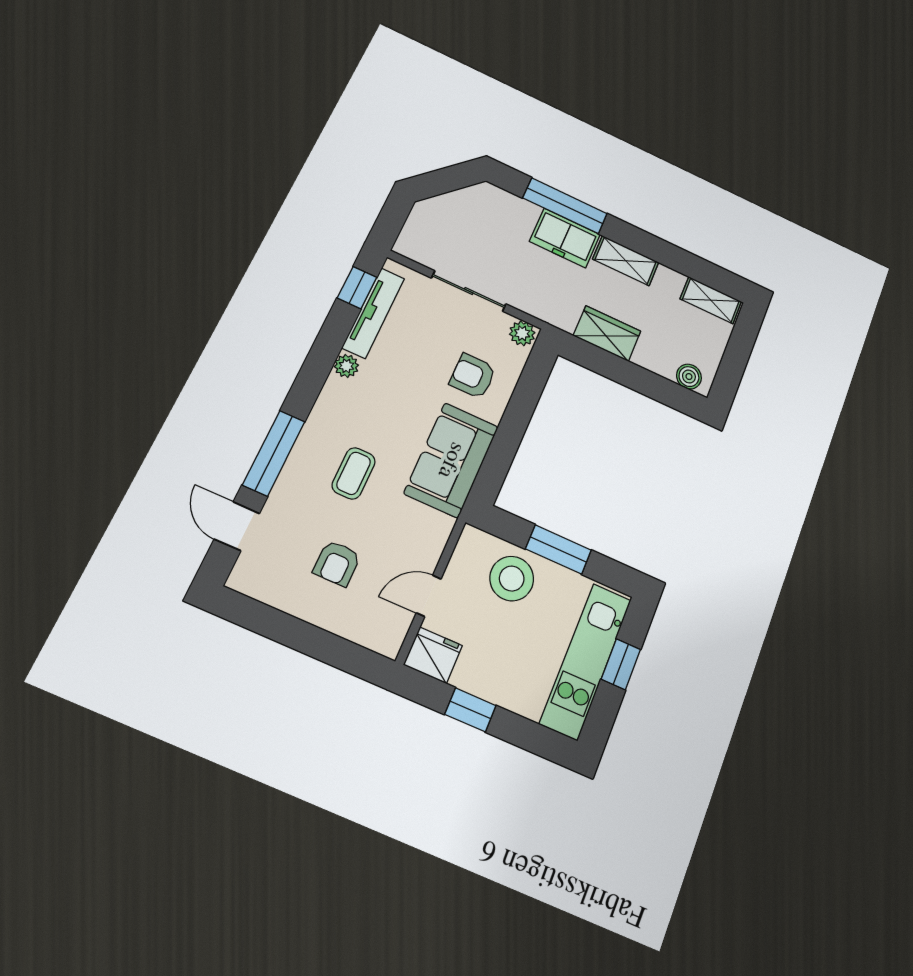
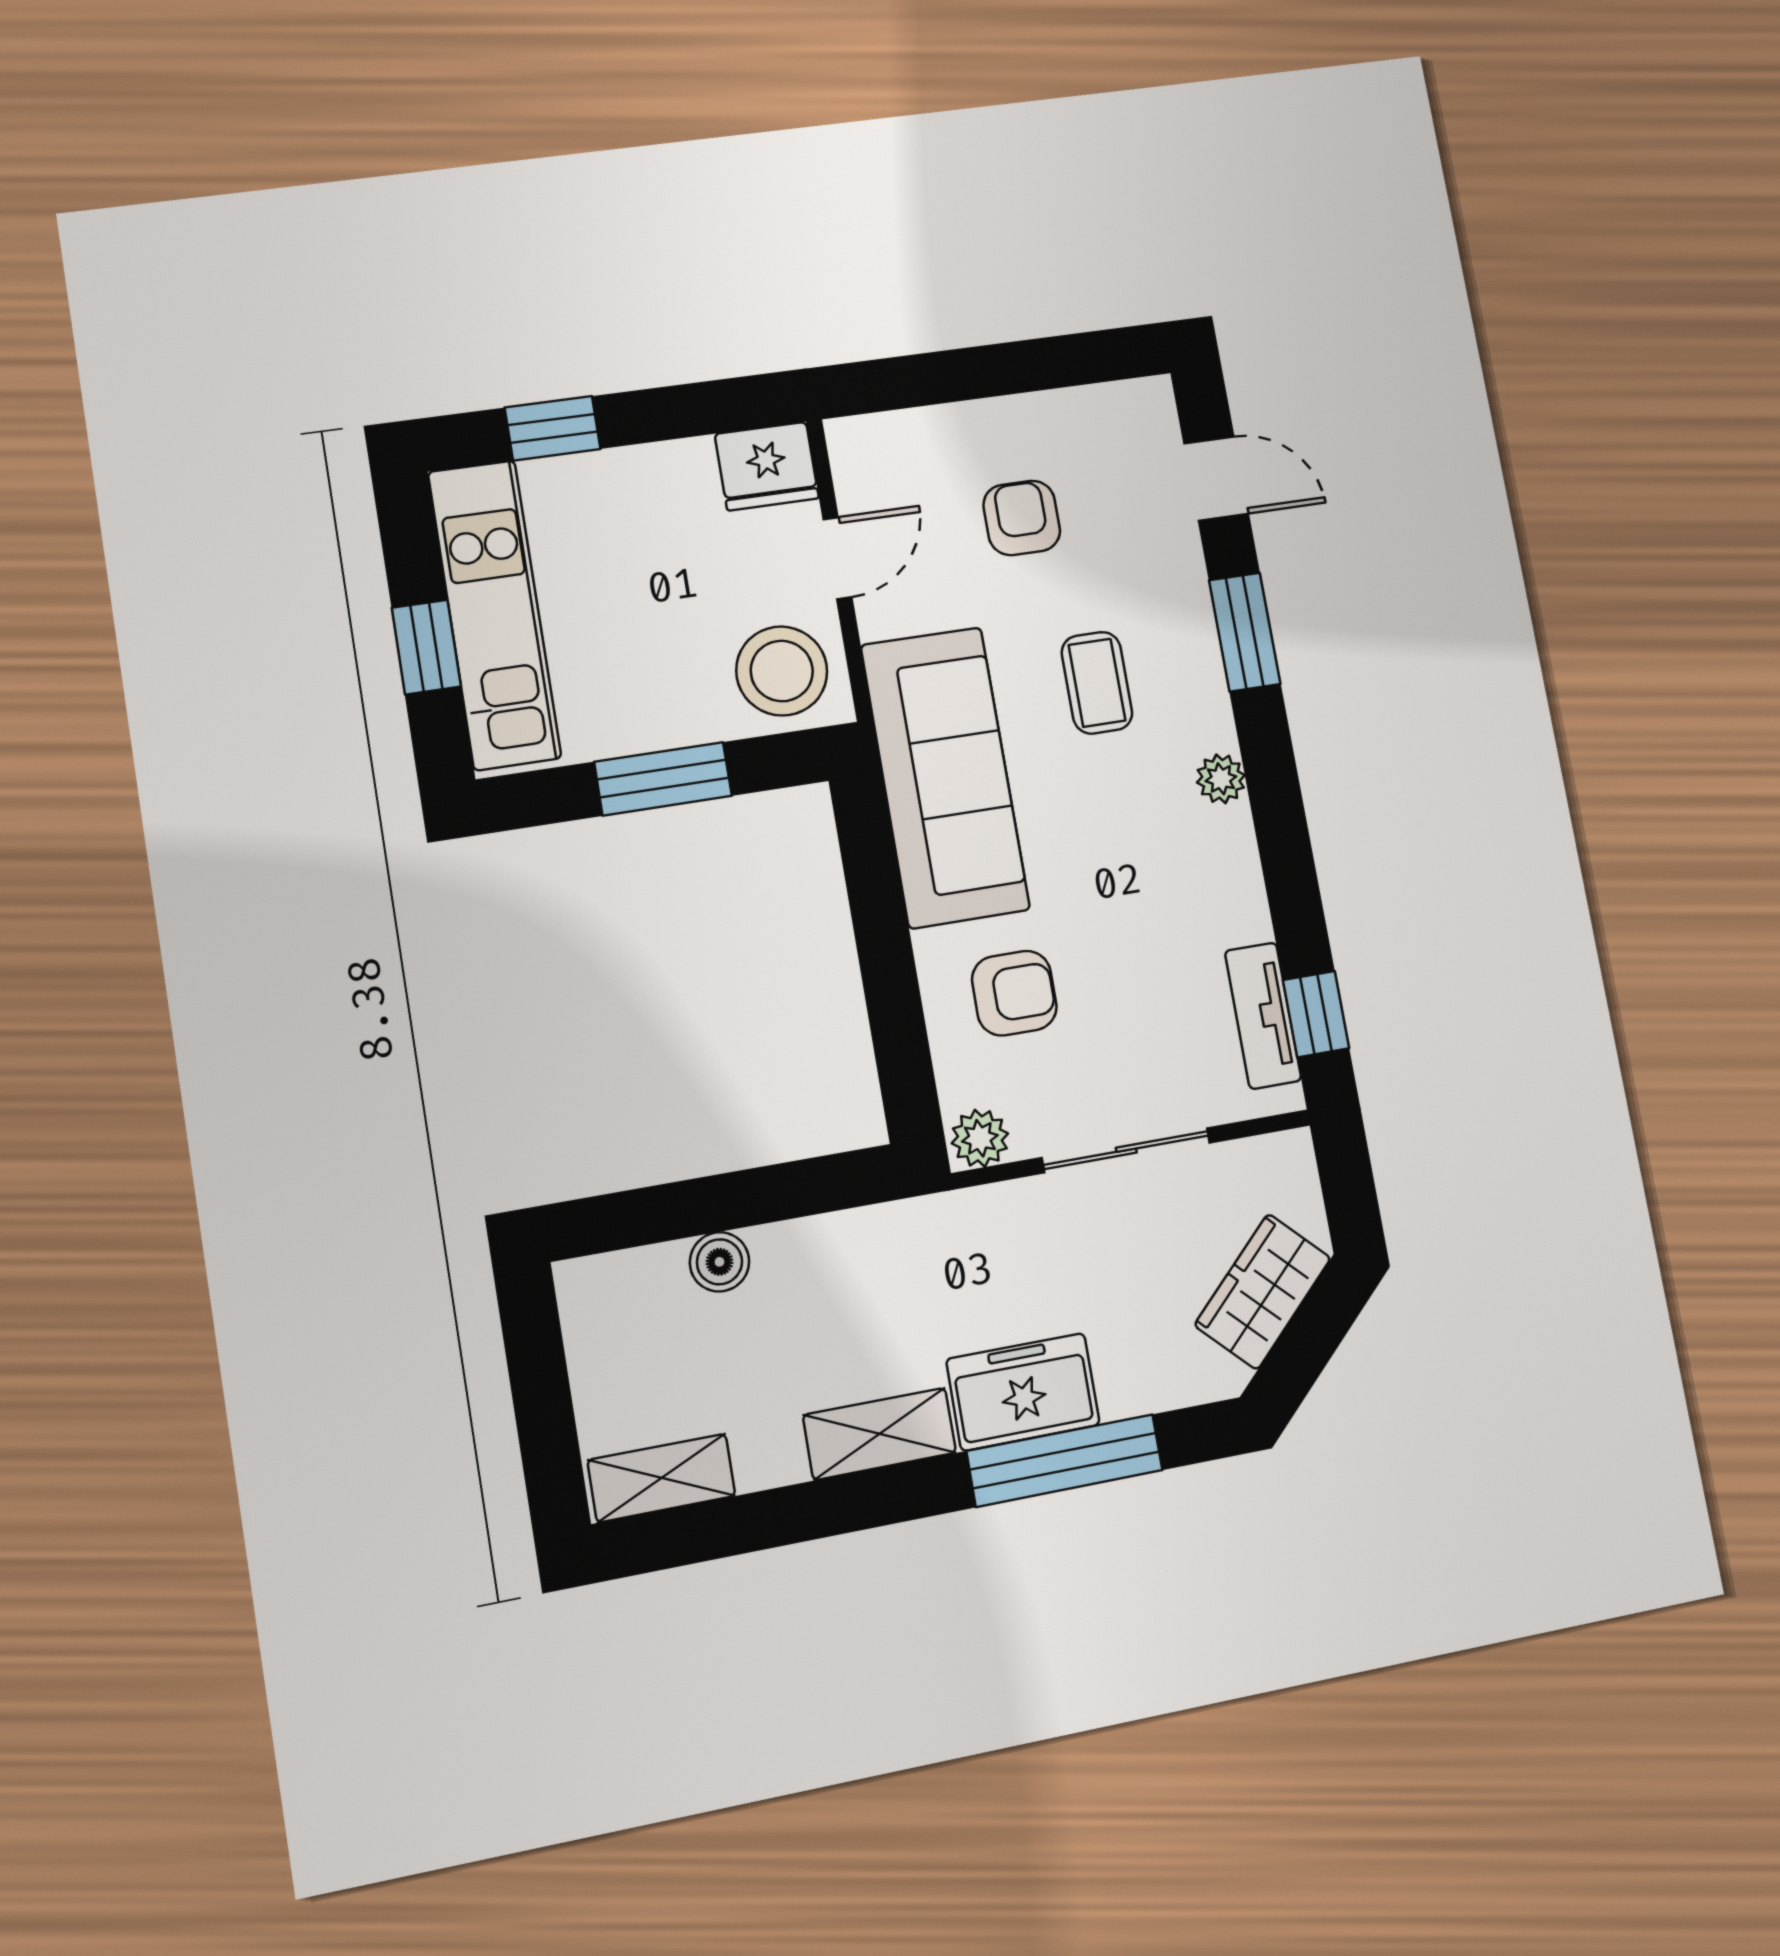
tv unit: (373, 313) -> (1263, 1016), width x0.71
wardrobe: (607, 333) -> (1263, 1292), moved, turned 135
plant: (346, 366) -> (1221, 779), moved
boiler: (689, 377) -> (719, 1262), moved
window: (274, 453) -> (1245, 632), width x0.69
sofa: (451, 460) -> (945, 777), width x1.36
stool: (512, 579) -> (782, 671), moved
window: (470, 710) -> (553, 428), moved

